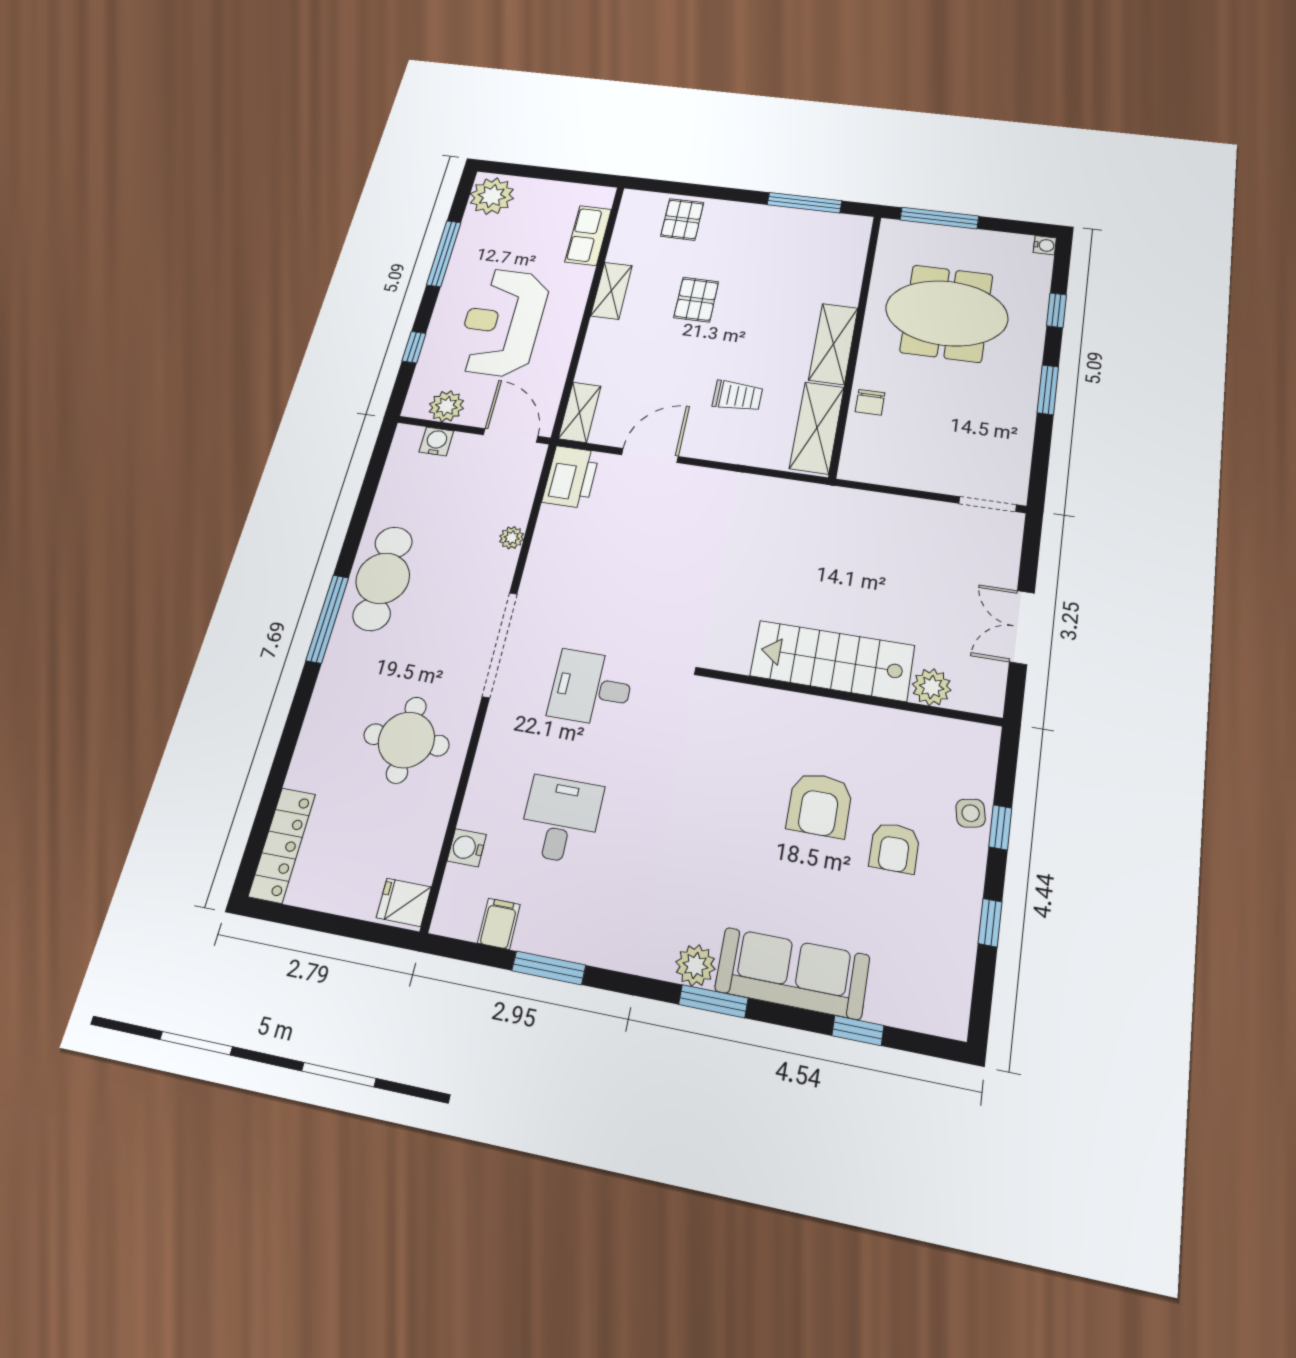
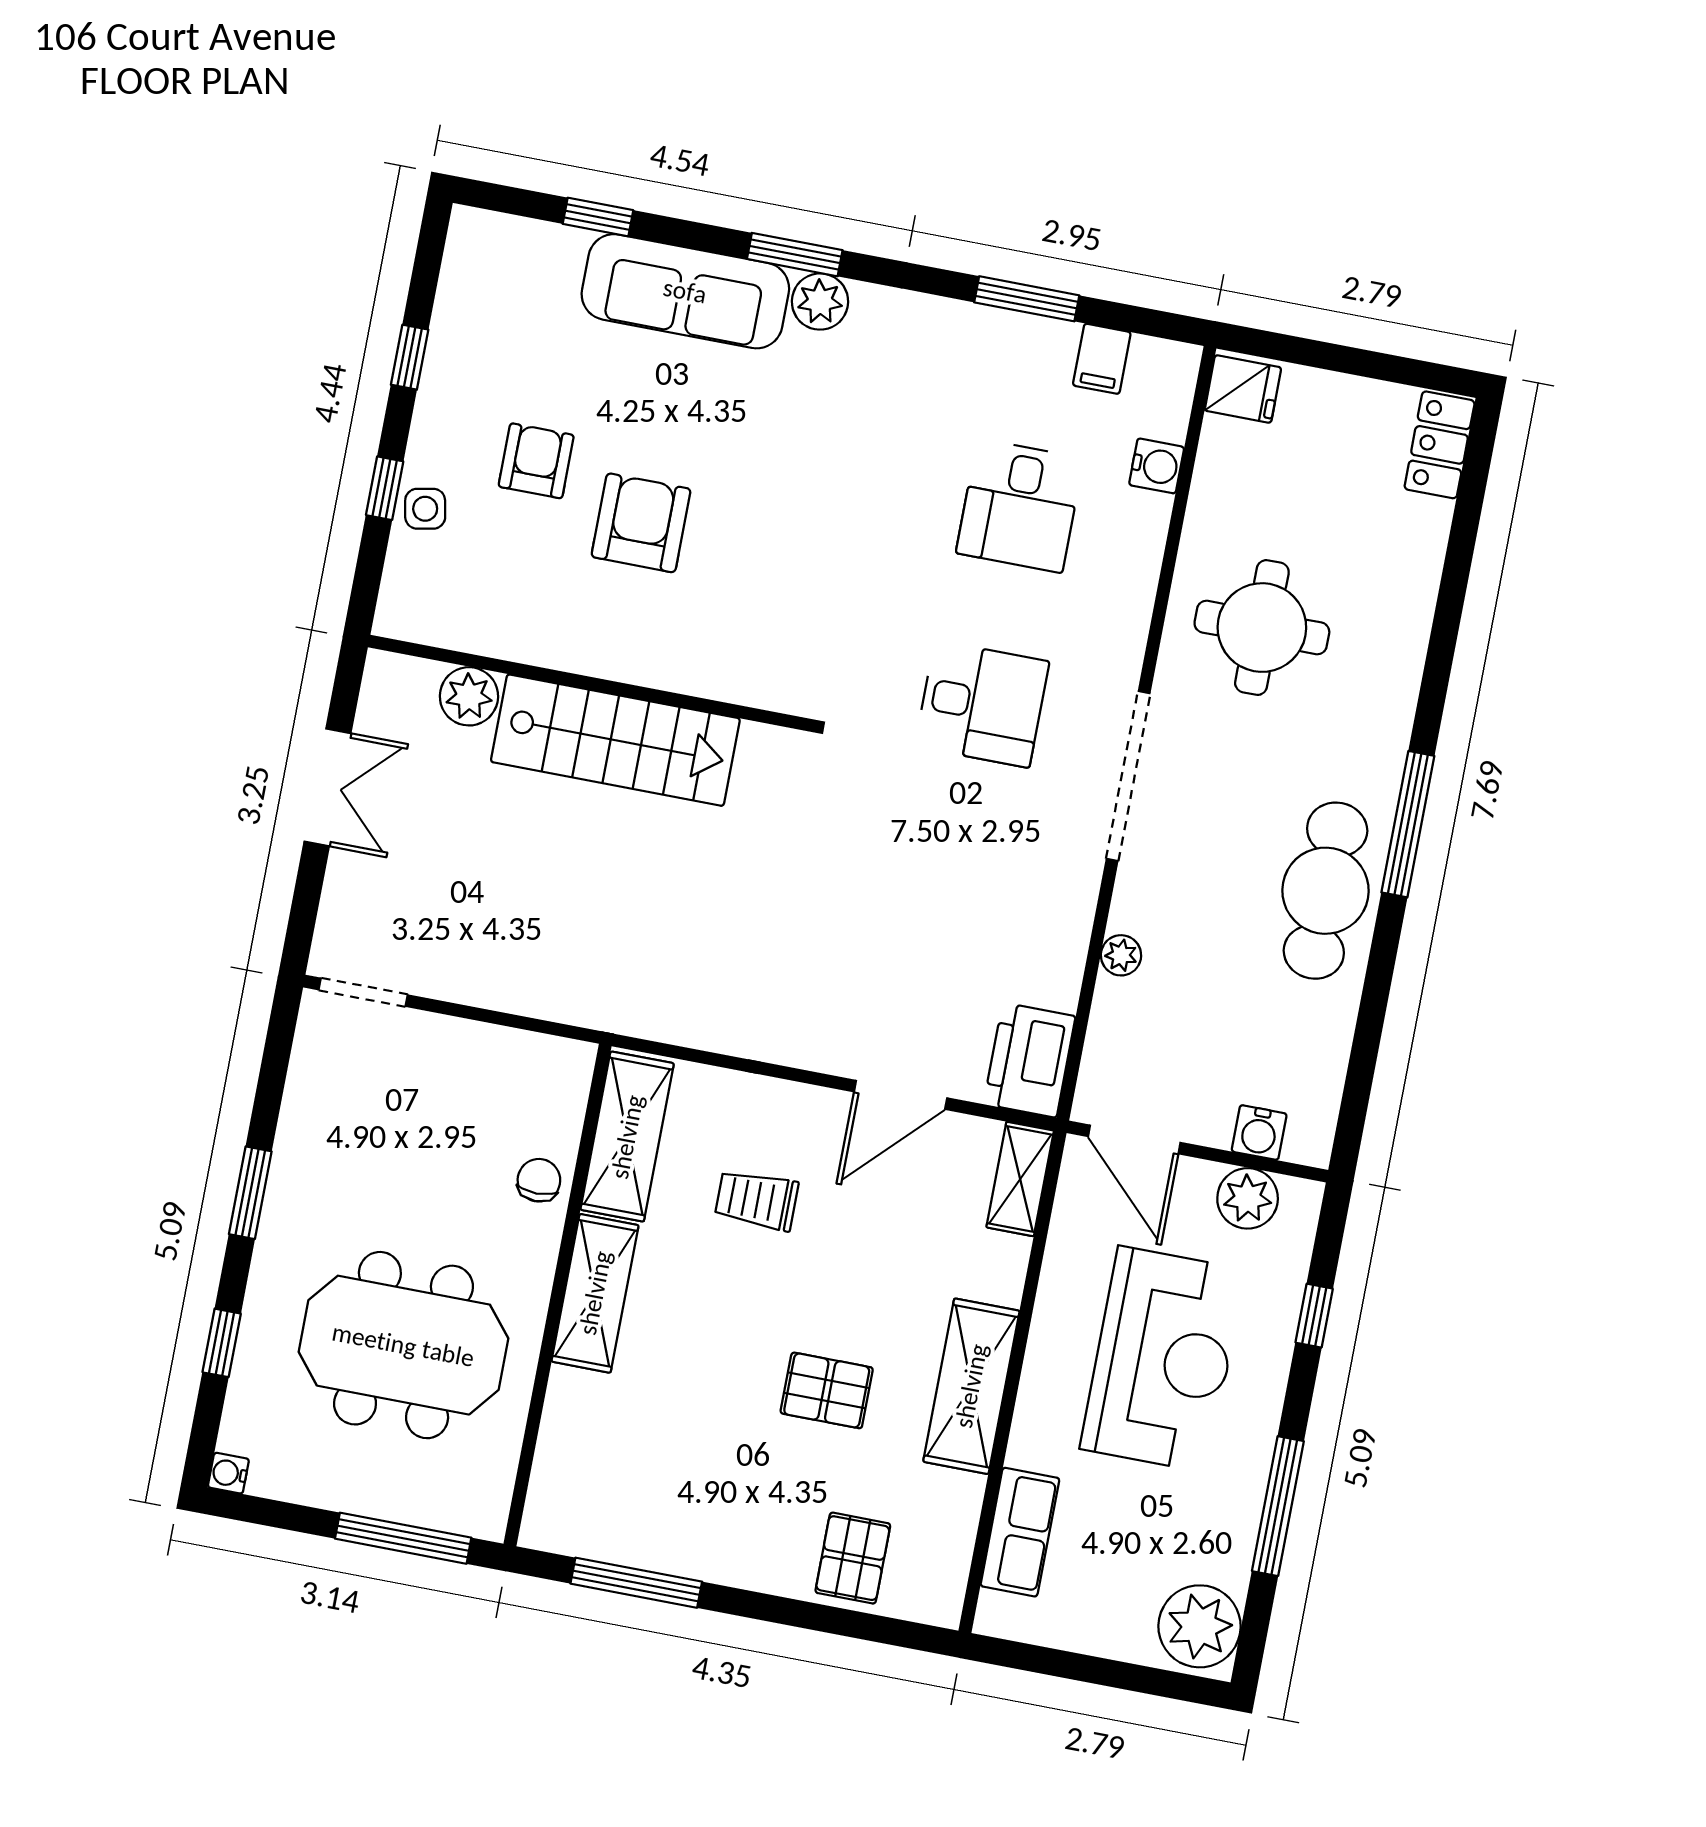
shelving: (611, 291) -> (971, 1386), width x1.50, depth x1.33
pallet: (696, 300) -> (827, 1390), turned 90
locker: (282, 845) -> (1440, 445), width x0.66

